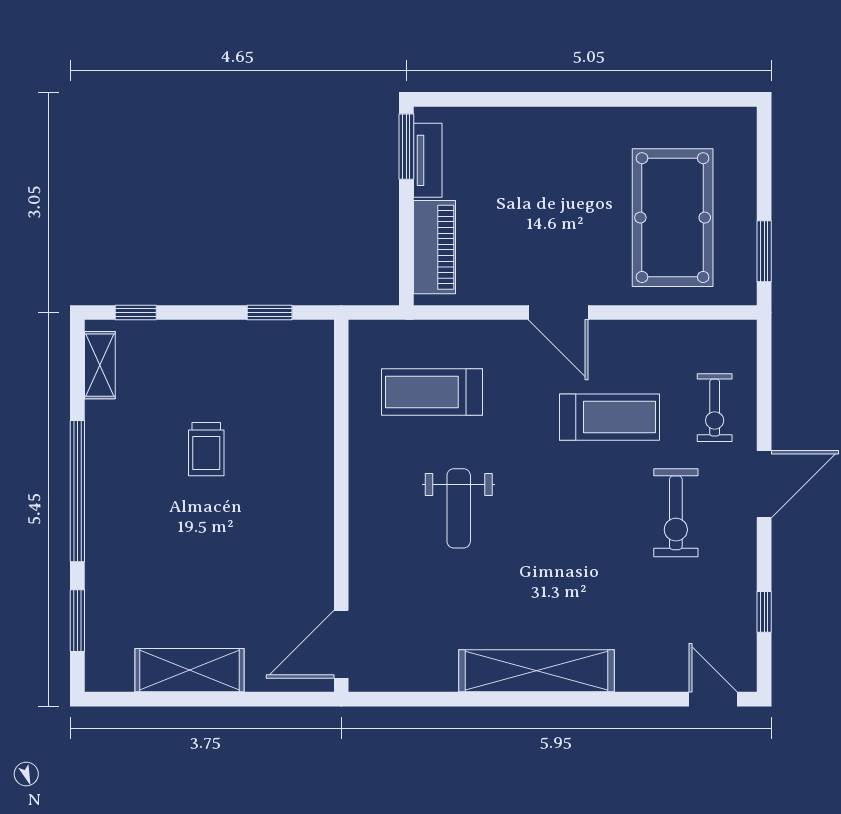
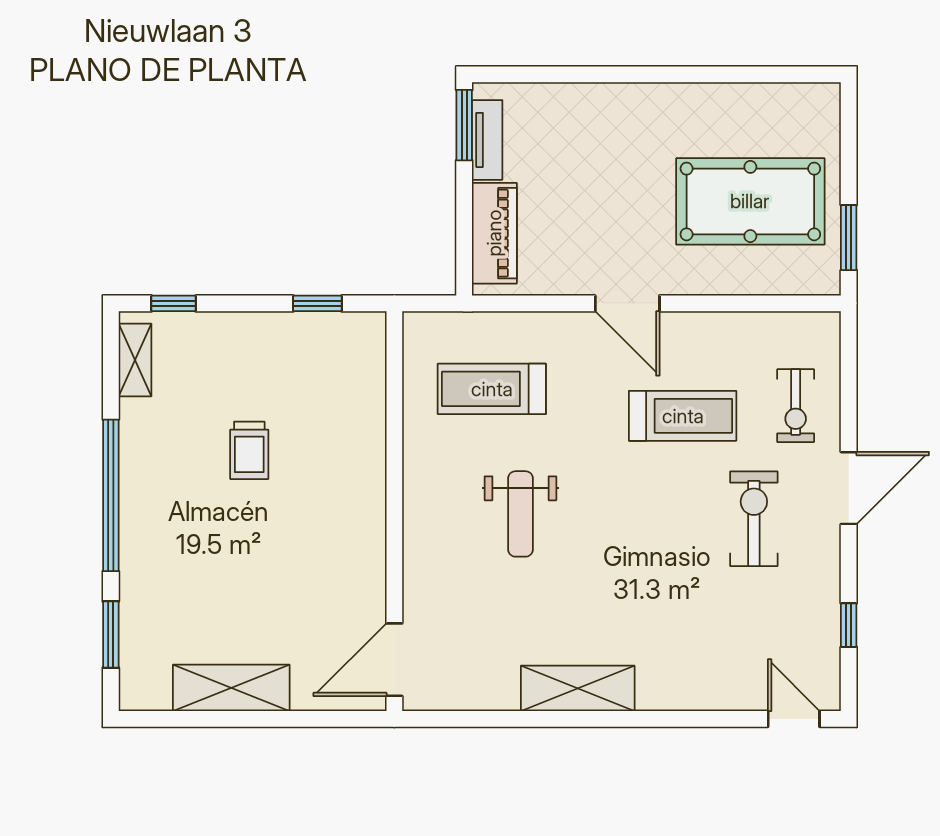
pool table: (673, 218) -> (750, 201), turned 90
exercise bike: (676, 513) -> (754, 519), turned 180
shelving: (537, 671) -> (578, 688), width x0.68

